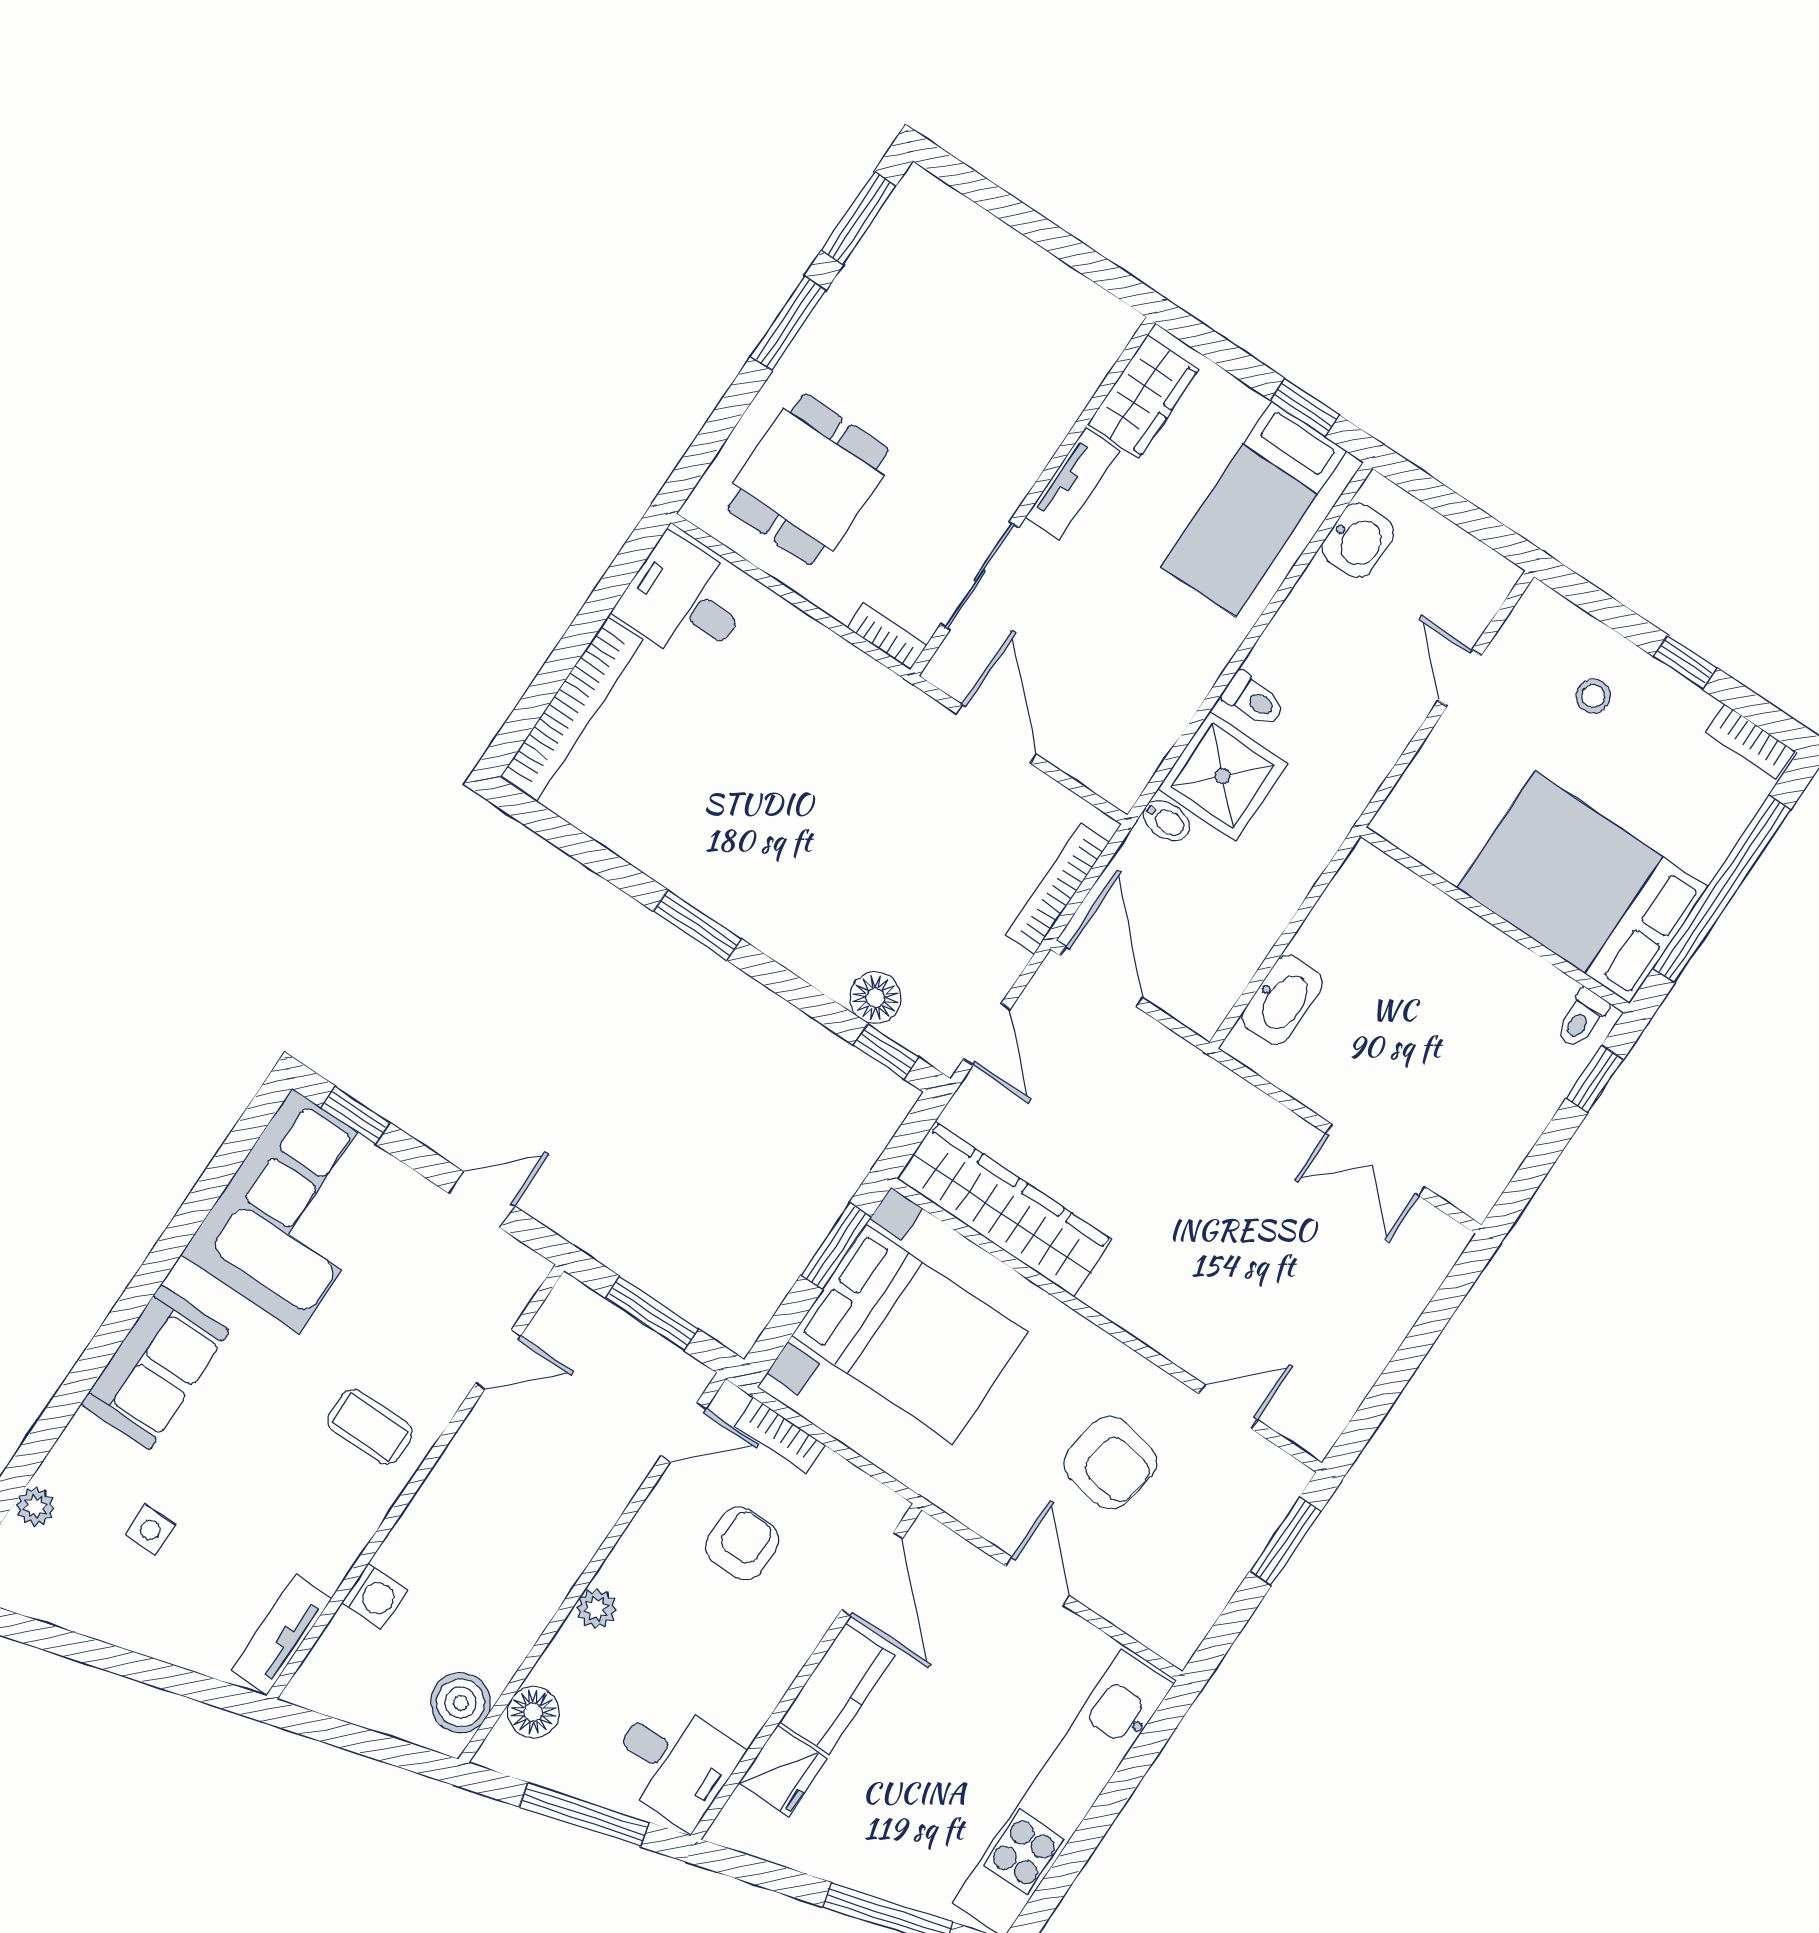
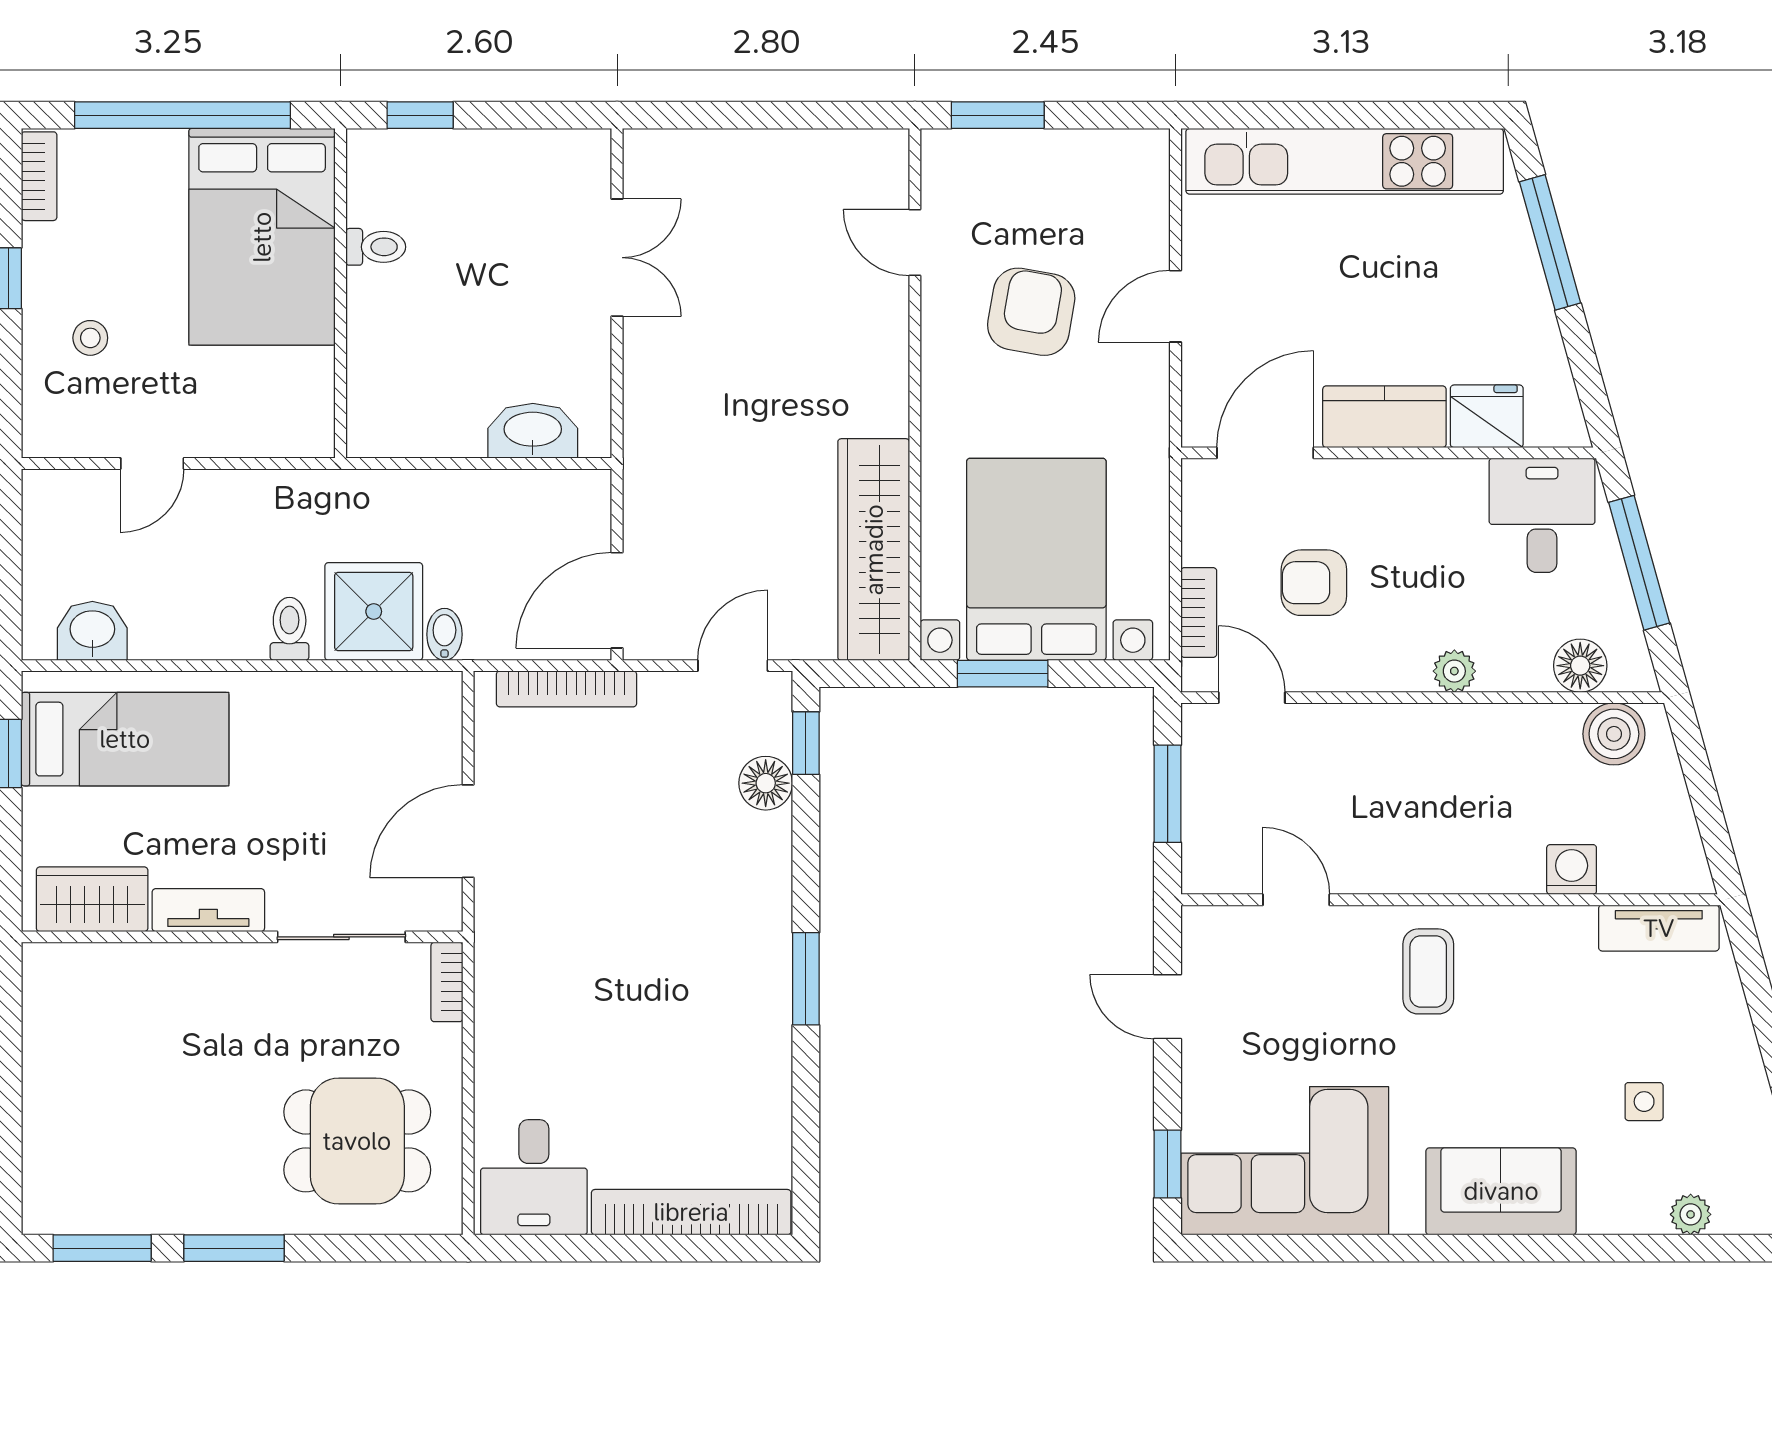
toilet: (1582, 1019) -> (376, 247), moved

